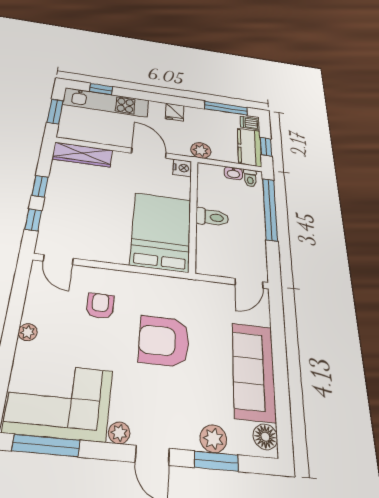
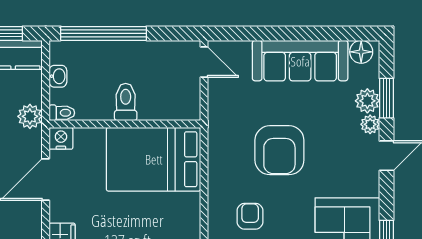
toilet: (250, 178) -> (62, 113), moved
armchair: (100, 306) -> (250, 216), turned 90
plant: (119, 433) -> (370, 124), moved

